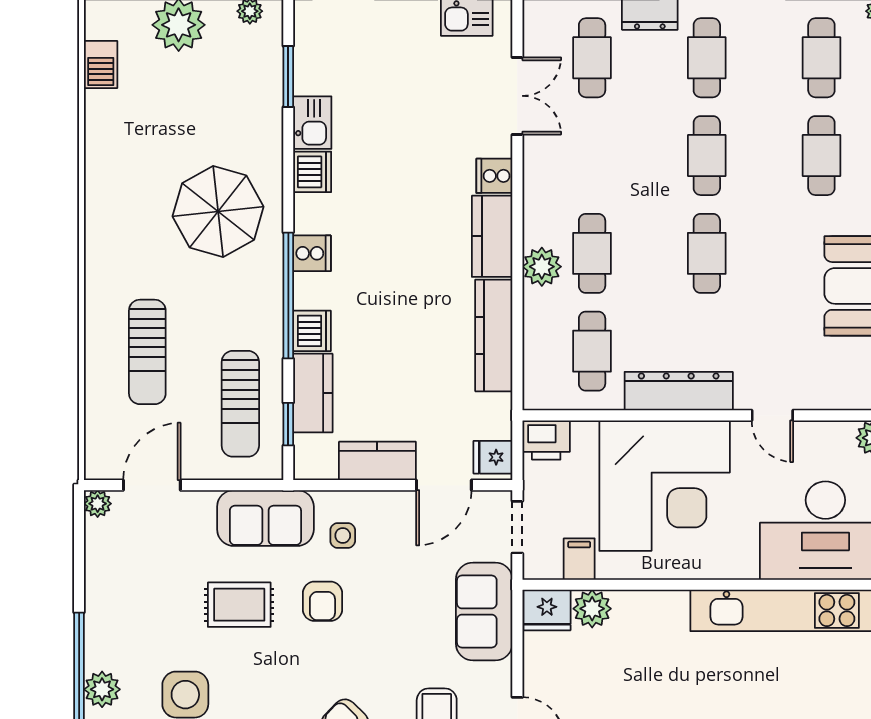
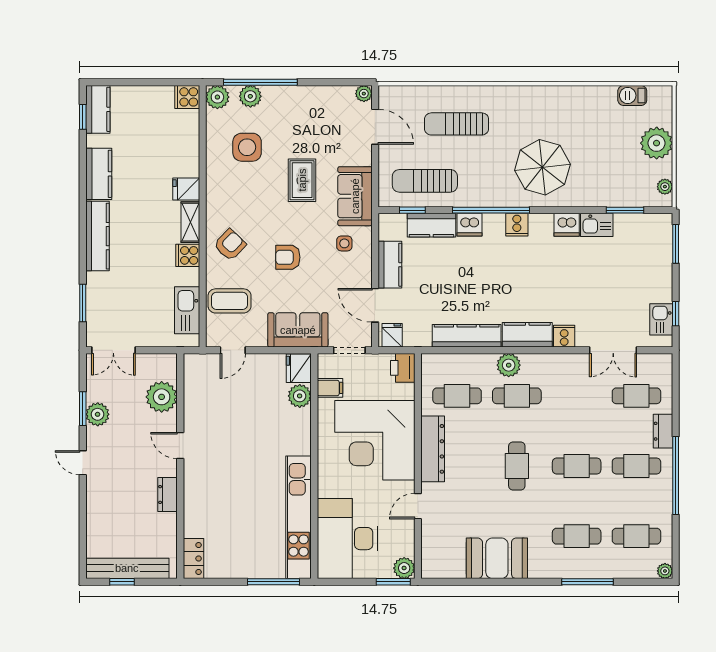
cafe table: (707, 253) -> (517, 466), turned 90
armchair: (322, 601) -> (288, 257), moved

